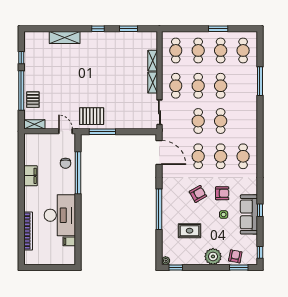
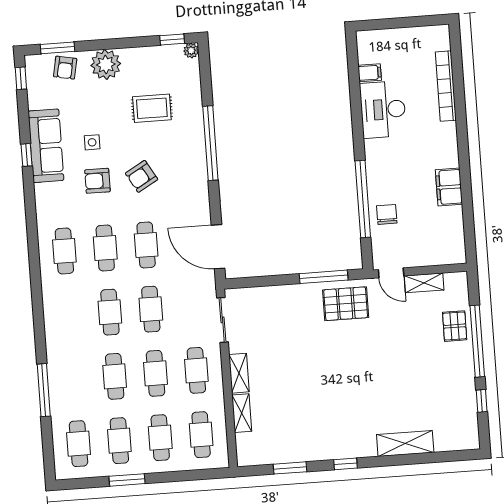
shelving: (34, 124) -> (424, 283), moved
desk: (60, 215) -> (383, 110), width x0.73, depth x0.77

